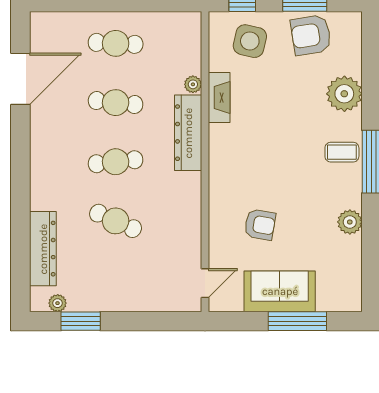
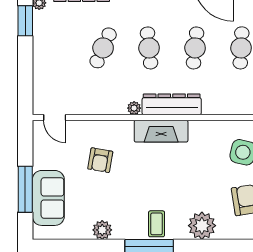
plant: (193, 84) -> (134, 108), moved
fireplace: (219, 98) -> (161, 131), moved, width x1.37, depth x1.32
sofa: (280, 291) -> (48, 198), moved

